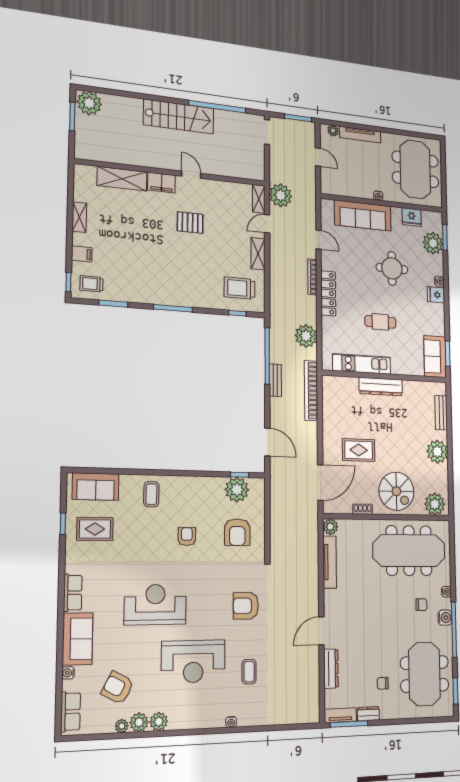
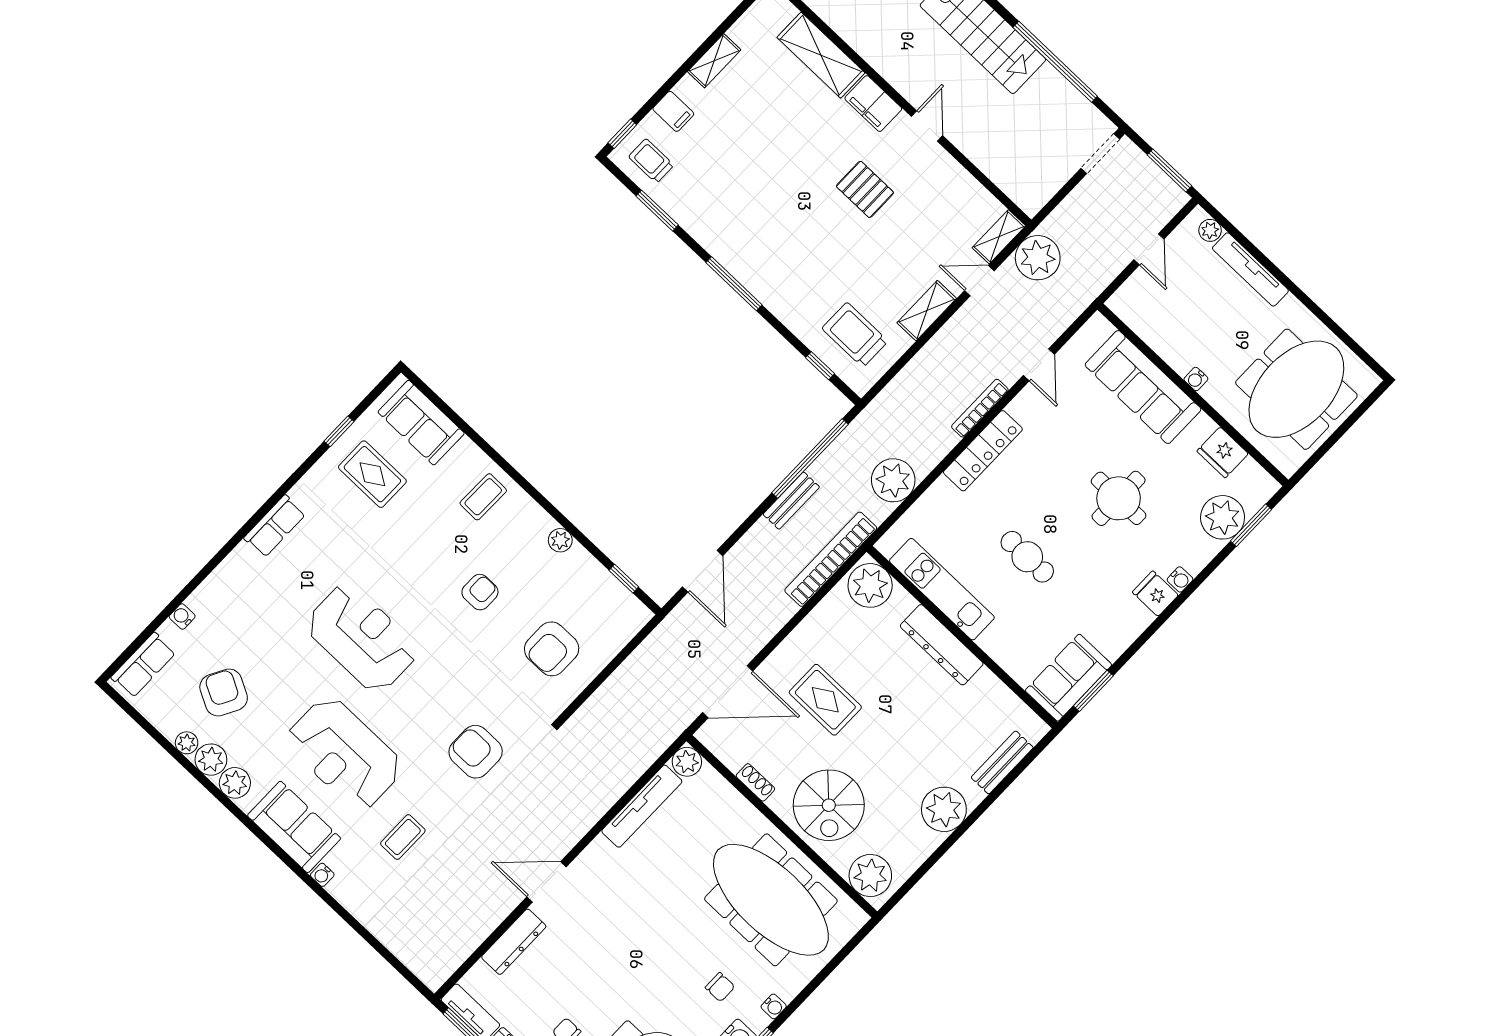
plant: (335, 387) -> (870, 585), added
plant: (237, 490) -> (560, 540), moved, width x0.53, depth x0.53
sofa: (78, 639) -> (294, 827), moved, turned -90

